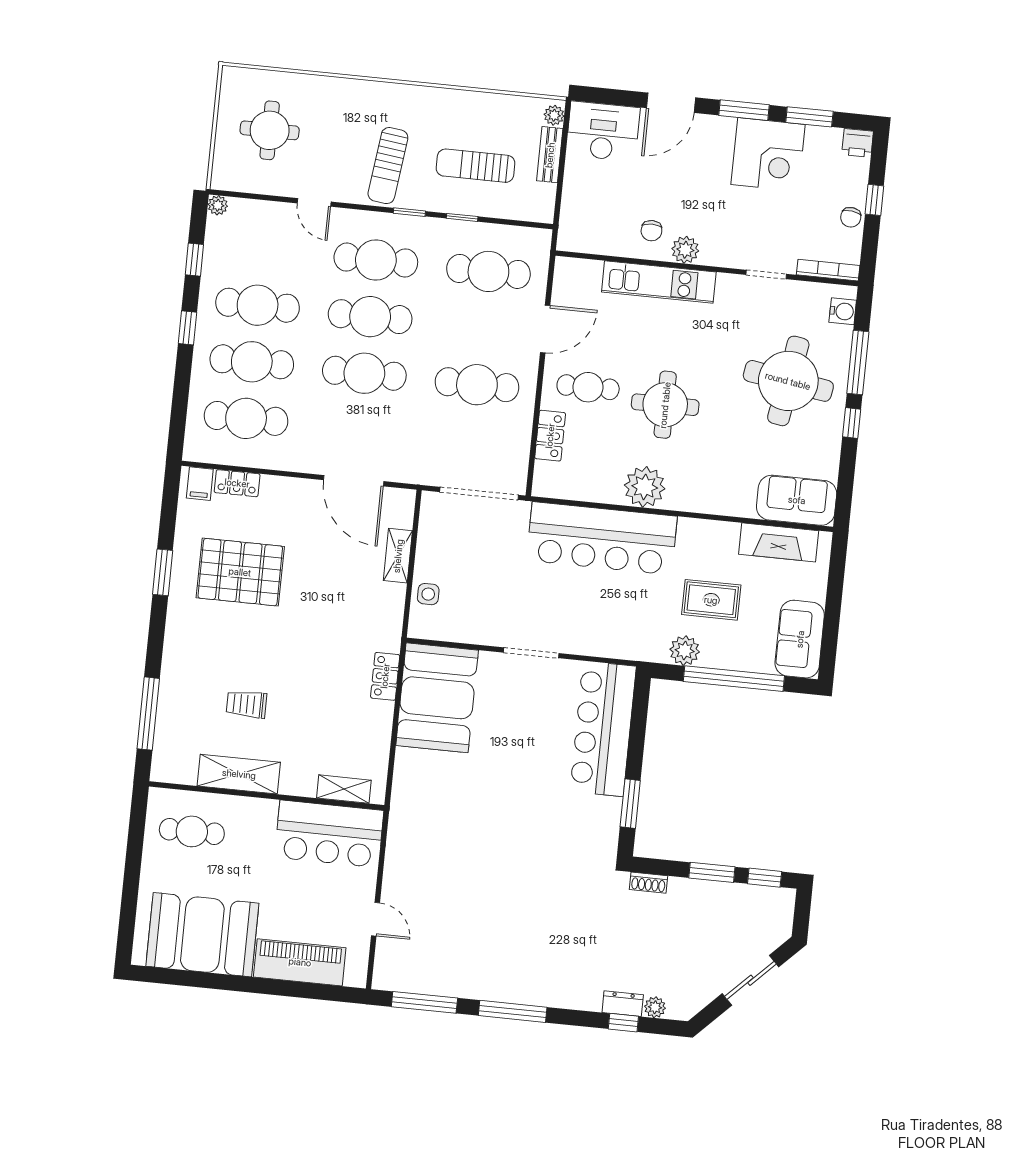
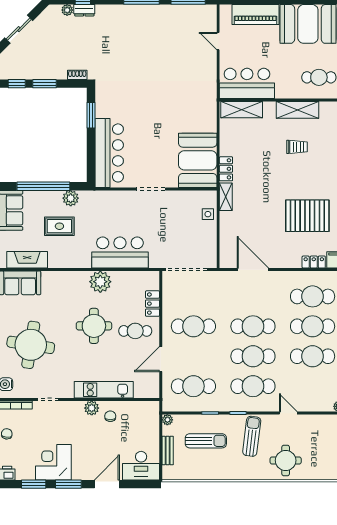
plant: (554, 115) -> (167, 420), moved
round table: (270, 130) -> (286, 460), moved
bar counter: (602, 538) -> (120, 253), width x0.73
shelving: (398, 556) -> (226, 197), moved
shelving: (344, 789) -> (242, 110), width x1.50, depth x1.33

